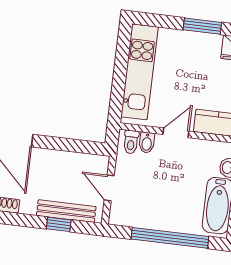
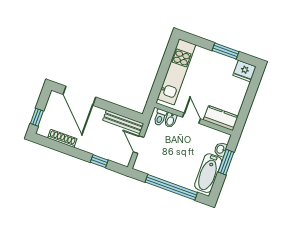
door: (176, 133) -> (191, 118), hinge flipped
bench: (66, 211) -> (123, 122), moved

